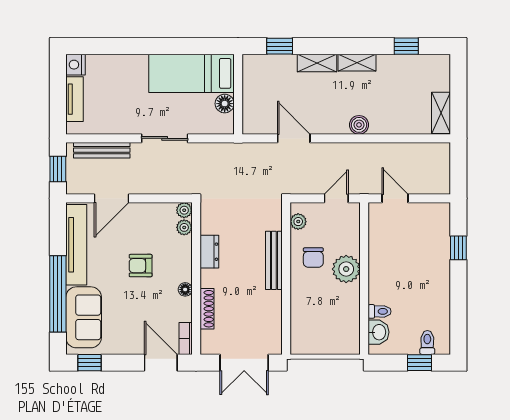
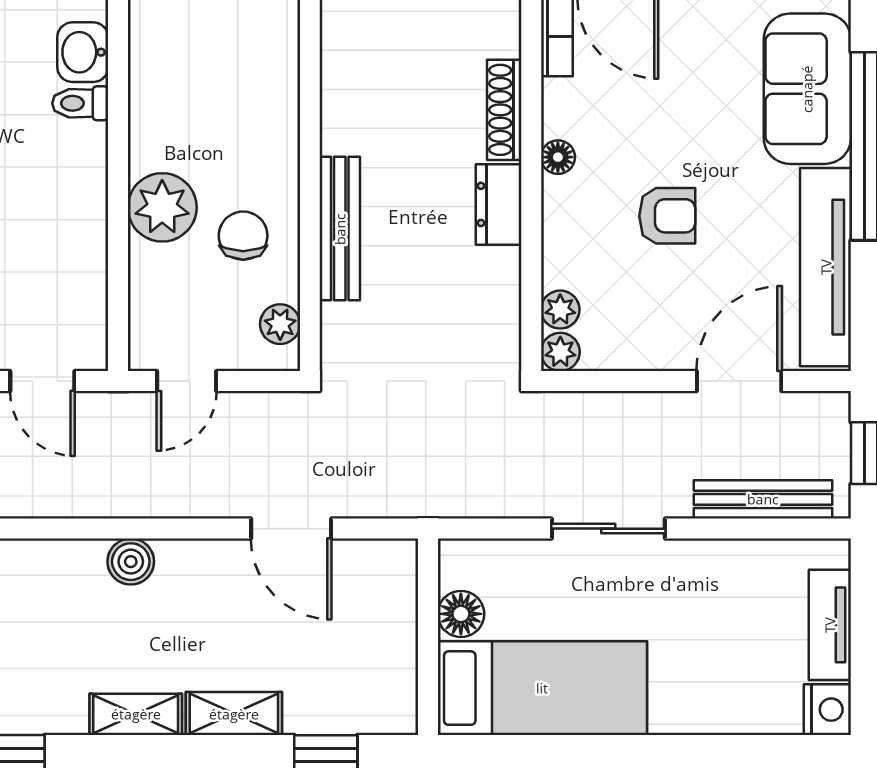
dresser: (209, 252) -> (499, 204), moved

